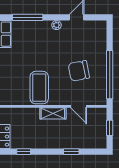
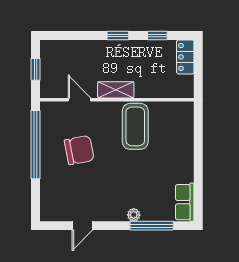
plant: (57, 25) -> (134, 215), moved
window: (71, 152) -> (118, 36), moved

